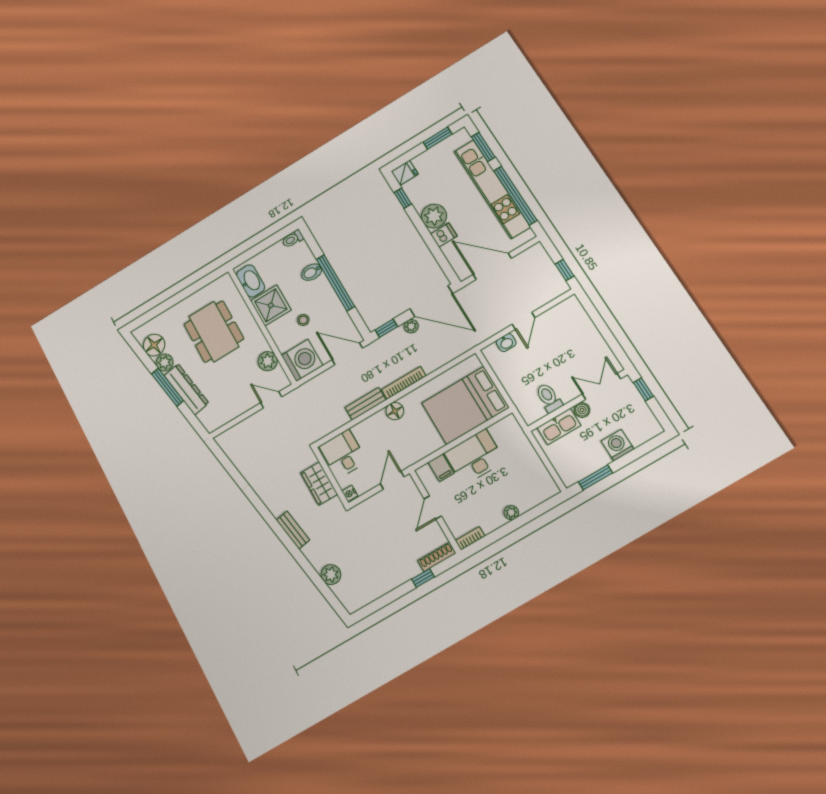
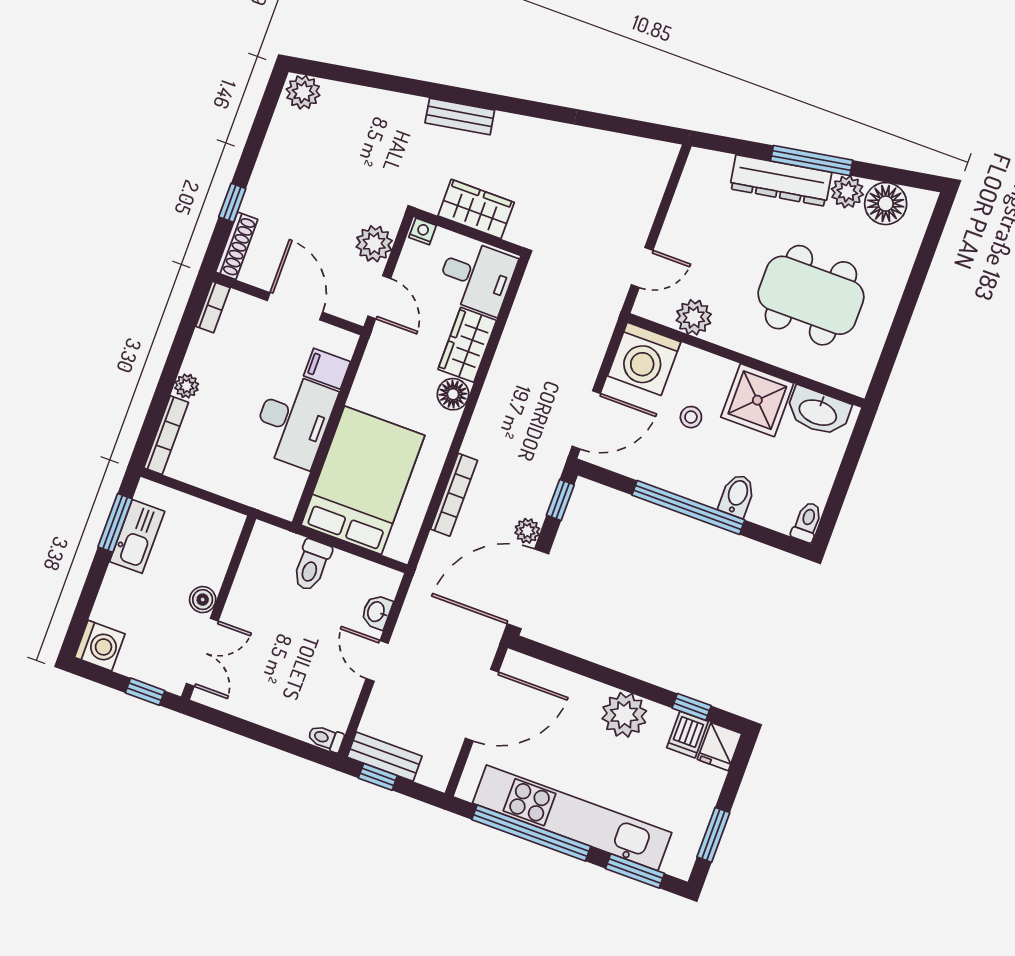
dishwasher: (444, 235) -> (687, 735), moved
toilet: (575, 305) -> (326, 738), added
bookcase: (404, 383) -> (454, 495), moved
toilet: (549, 398) -> (312, 565), moved, turned 90
bench: (365, 404) -> (385, 757), moved, turned 90
wardrobe: (371, 427) -> (467, 345), added
kitchen sink: (559, 427) -> (137, 536), moved, turned 180
washing machine: (618, 445) -> (100, 646), moved
bookcase: (539, 498) -> (166, 435), added
plant: (375, 506) -> (374, 244), added
door: (433, 507) -> (295, 306), width x1.38
plant: (331, 575) -> (303, 92), moved

